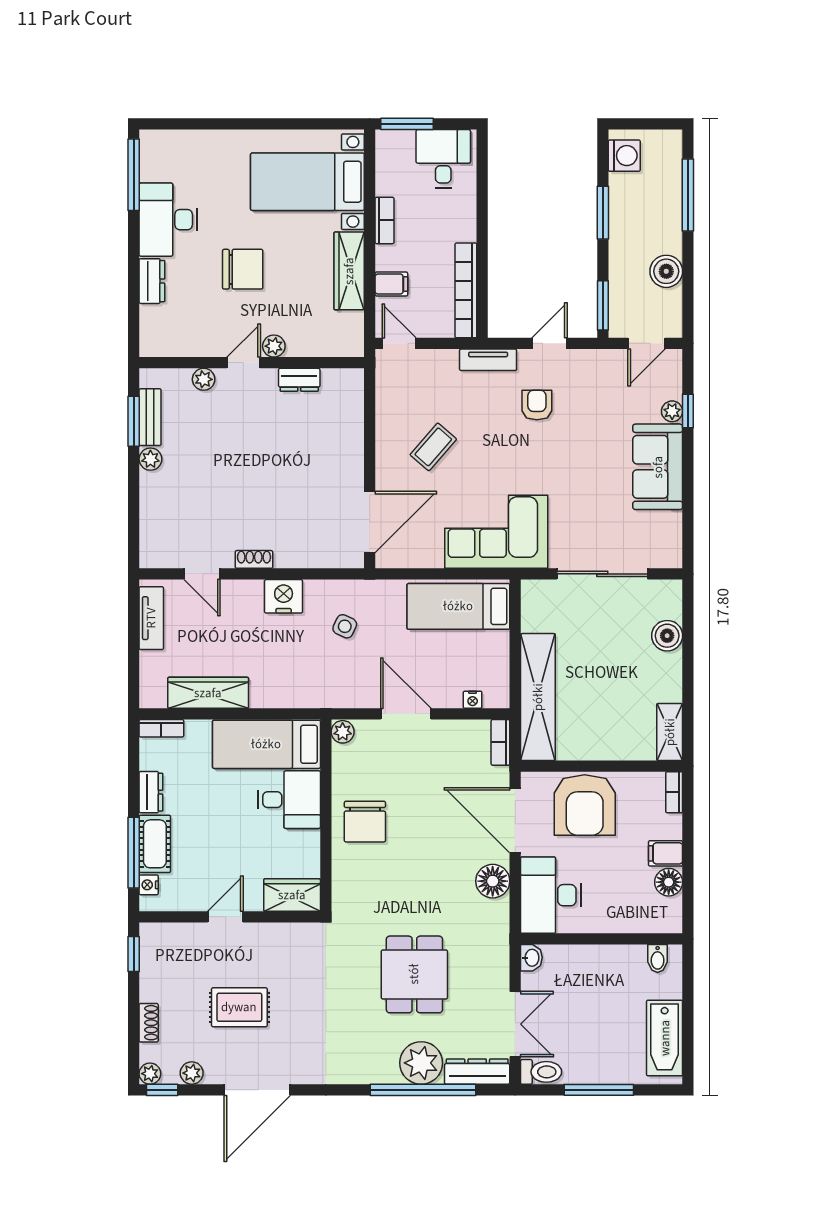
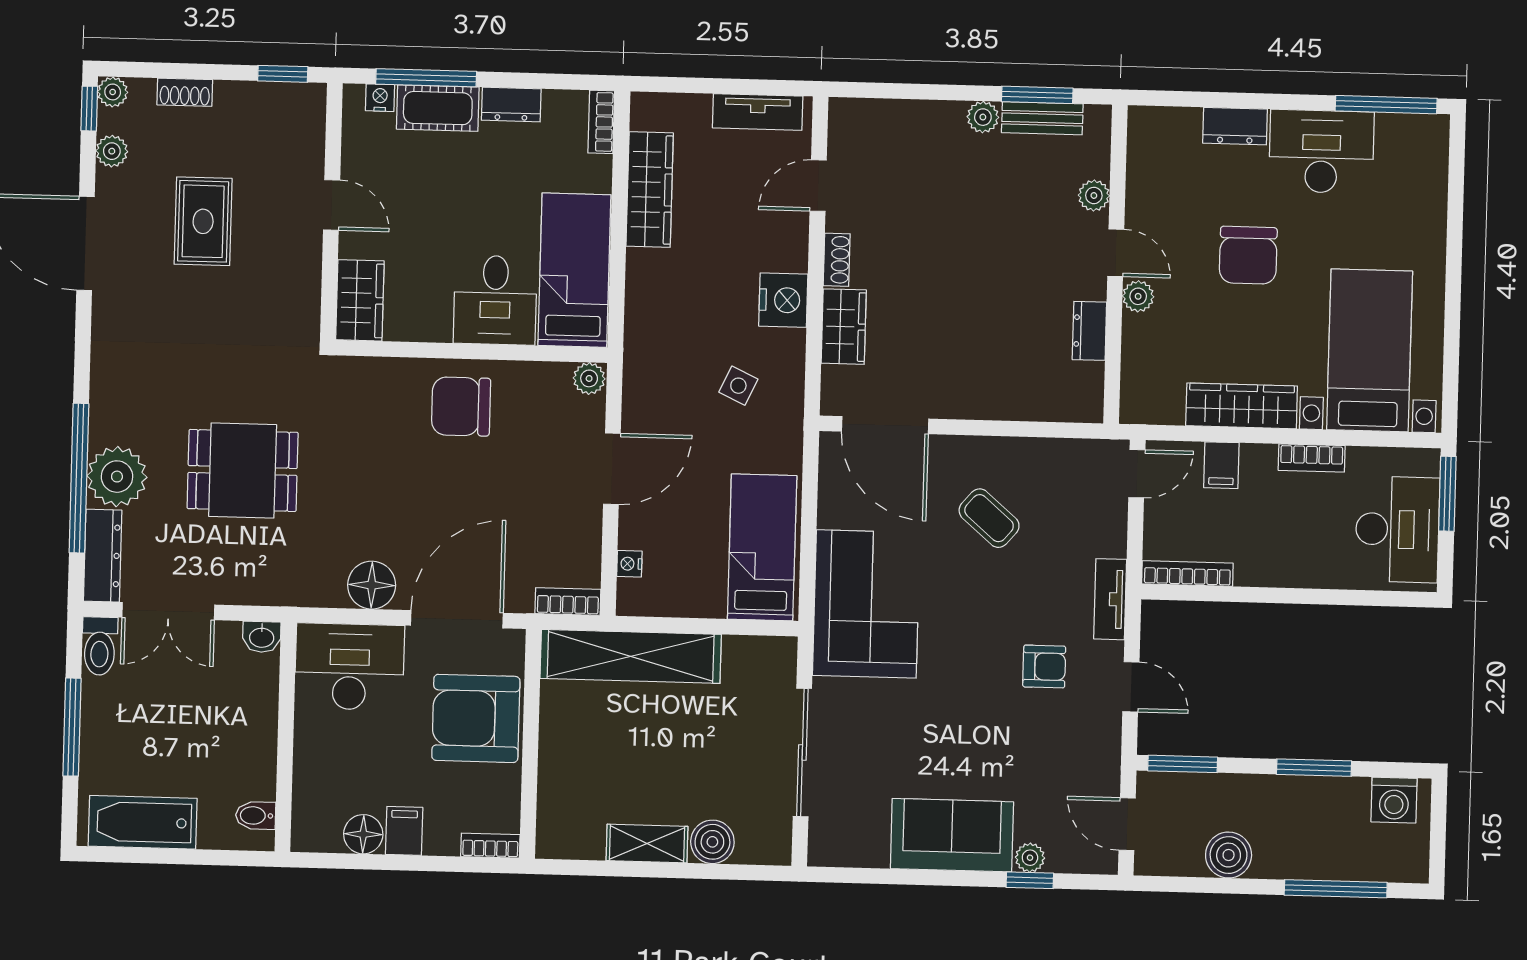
desk: (443, 159) -> (1397, 529), width x1.37
bookcase: (466, 290) -> (1187, 574), width x0.68, depth x0.76
wardrobe: (301, 553) -> (844, 327), added
shelving: (670, 732) -> (647, 844), moved

